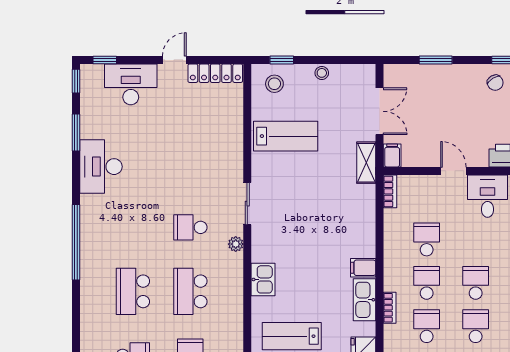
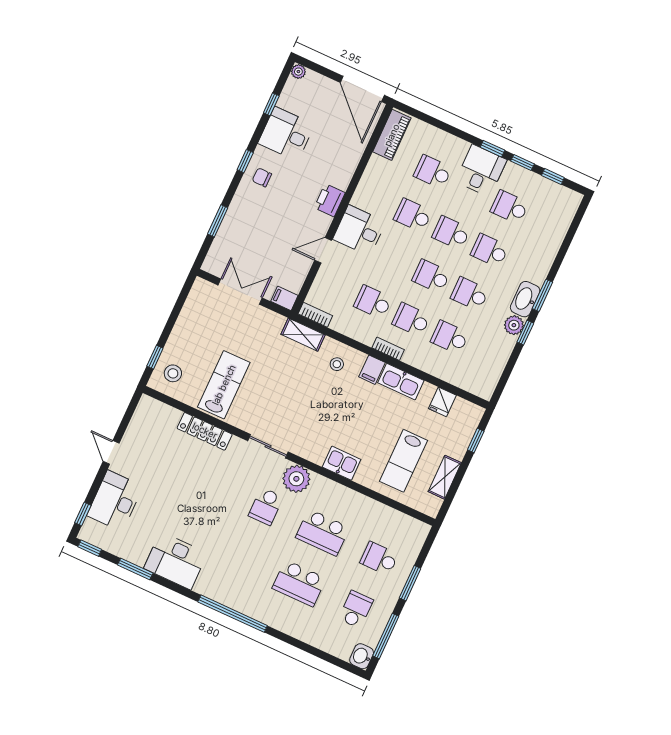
locker: (215, 73) -> (205, 431), moved, turned 90
stool: (322, 73) -> (337, 364), moved
chair: (495, 83) -> (262, 177), turned -148
shelving: (366, 163) -> (303, 335), moved
plant: (236, 244) -> (296, 479), width x1.87, depth x1.87
bookcase: (390, 308) -> (388, 349), moved

